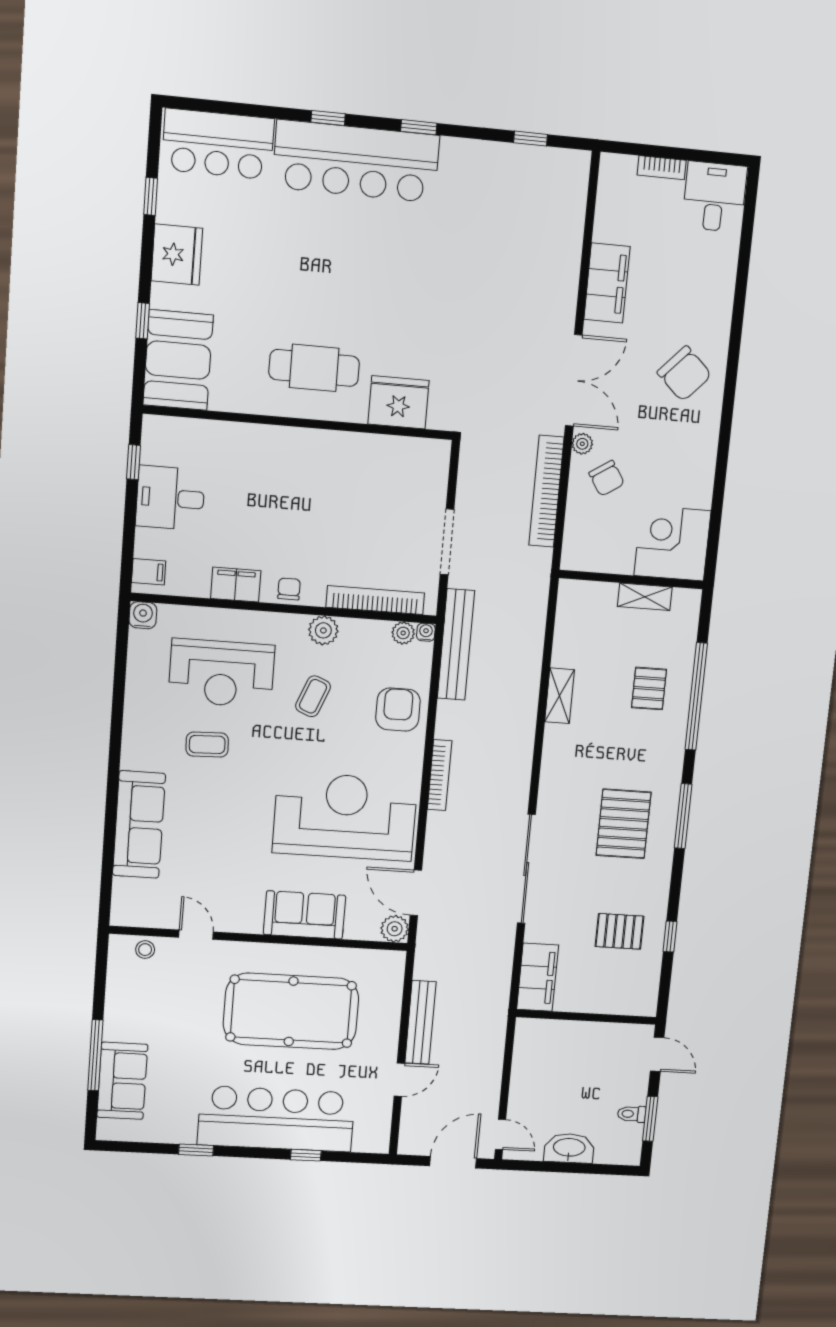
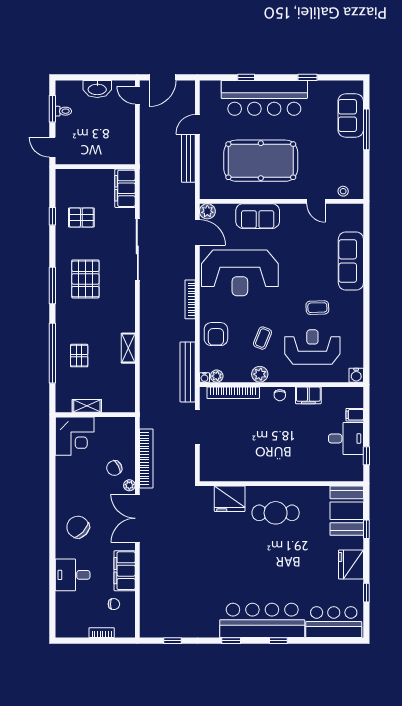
desk: (714, 197) -> (73, 575), moved, turned 90
chair: (633, 221) -> (114, 604), added
chair: (607, 478) -> (114, 468), turned -85
filing cabinet: (149, 572) -> (355, 415), moved

